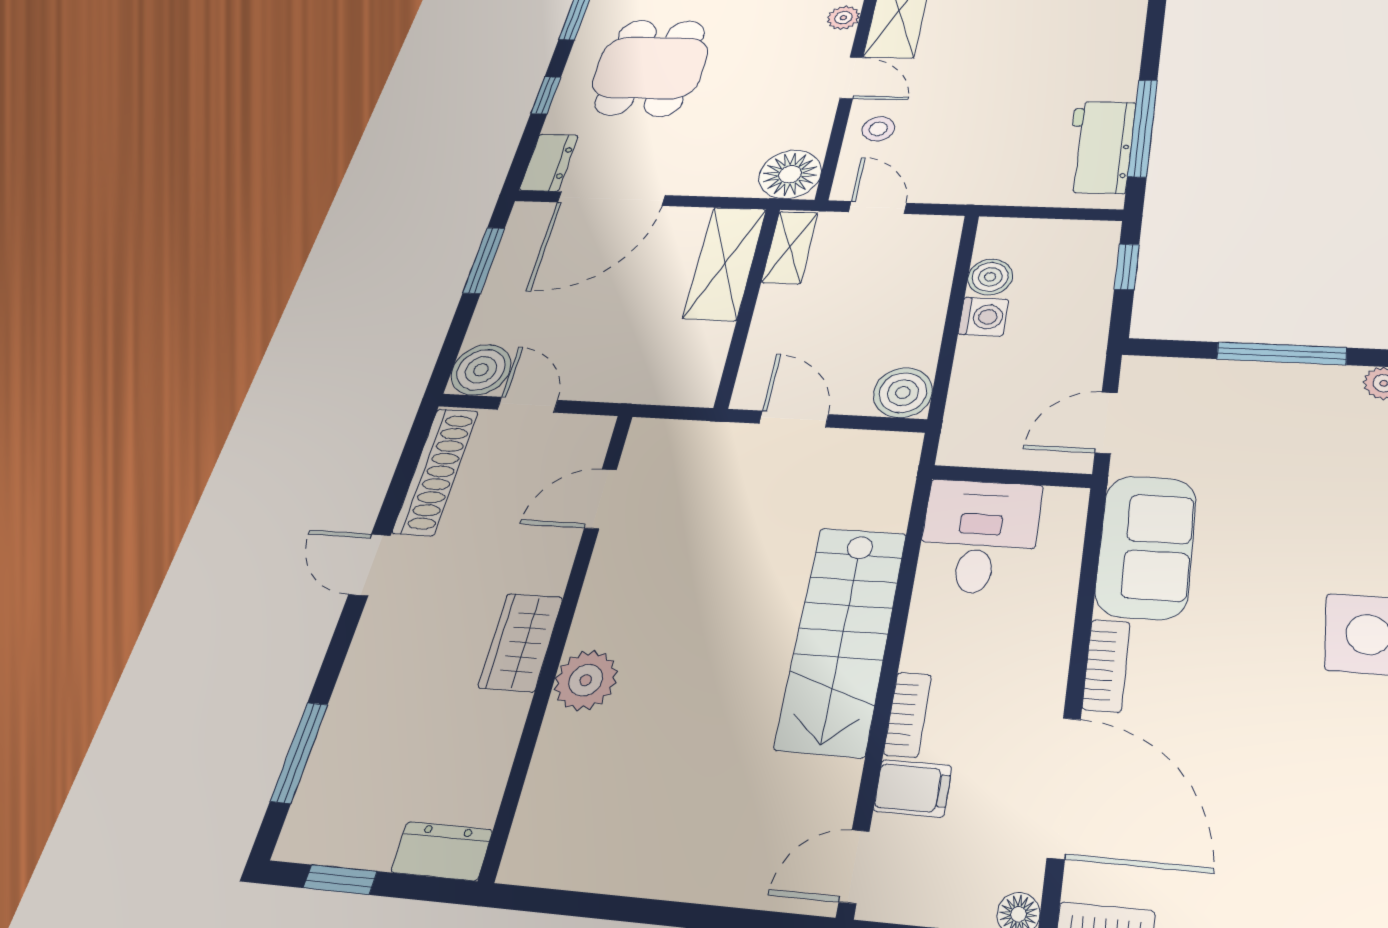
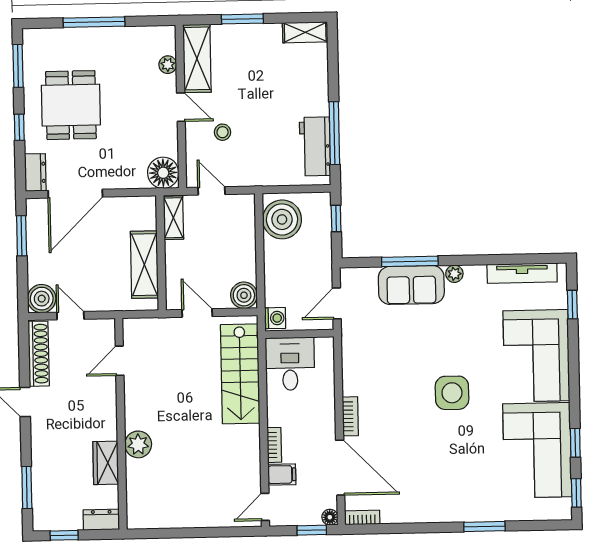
stool: (878, 129) -> (223, 132), moved
shelving: (725, 263) -> (144, 265), moved
boiler: (990, 277) -> (282, 219), width x1.86, depth x1.86
washing machine: (983, 317) -> (275, 318), moved
sofa: (1146, 546) -> (411, 285), moved, turned 90
stairs: (842, 638) -> (240, 374), moved
wardrobe: (521, 642) -> (106, 463), moved

